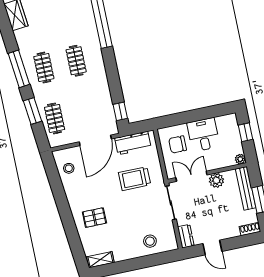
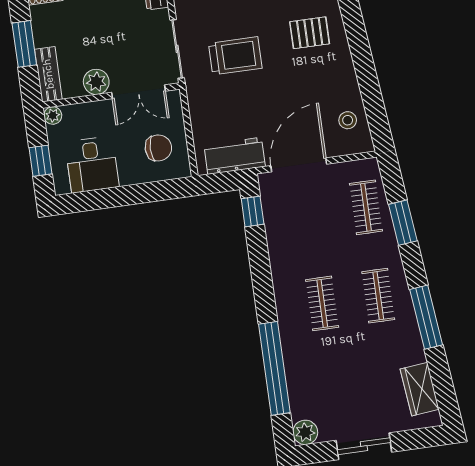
window: (19, 69) -> (426, 317), moved
desk: (203, 135) -> (92, 165), moved
trolley: (135, 179) -> (235, 56), moved
bench: (246, 188) -> (48, 74), width x0.73

